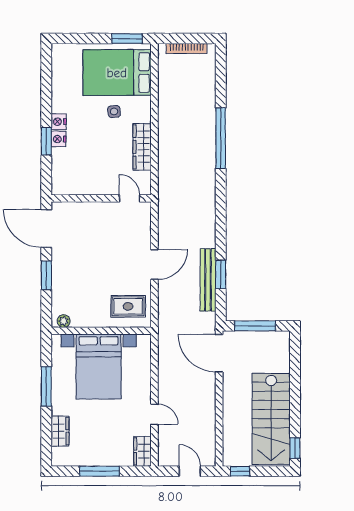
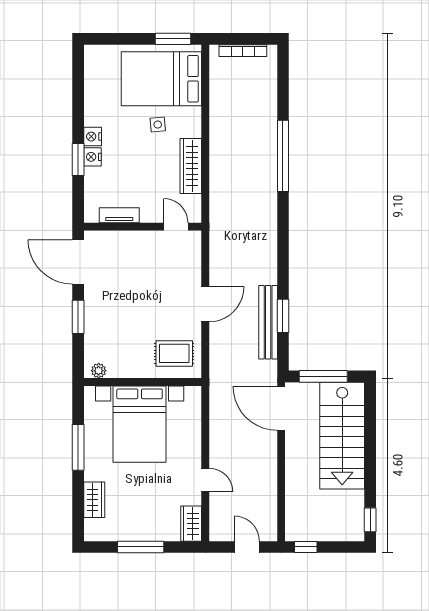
tv unit: (81, 189) -> (119, 215), added
stairs: (271, 419) -> (342, 436), moved

